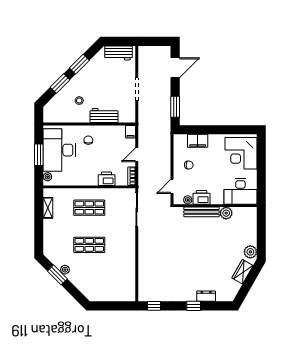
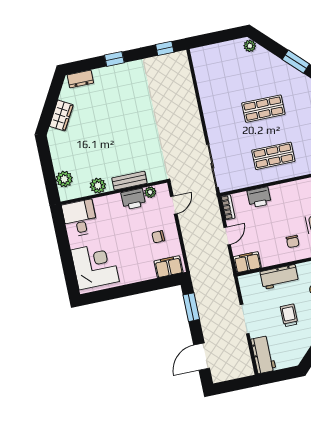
workbench: (118, 53) -> (263, 355), moved, turned 90
trolley: (103, 85) -> (289, 315), added
filing cabinet: (131, 132) -> (247, 262), width x2.00
filing cabinet: (198, 141) -> (169, 267), moved
desk: (240, 191) -> (80, 218), width x0.73
bench: (202, 212) -> (129, 181), width x0.73
plant: (250, 252) -> (64, 179), moved
plant: (65, 270) -> (250, 46), moved
dresser: (206, 296) -> (80, 79), moved

